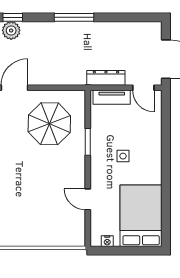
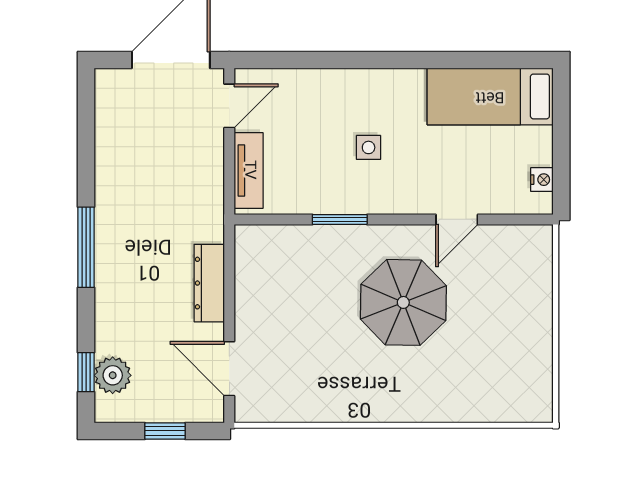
dresser: (106, 78) -> (209, 283), moved
parasol: (49, 124) -> (403, 302), moved
bed: (141, 216) -> (490, 96), width x0.67

